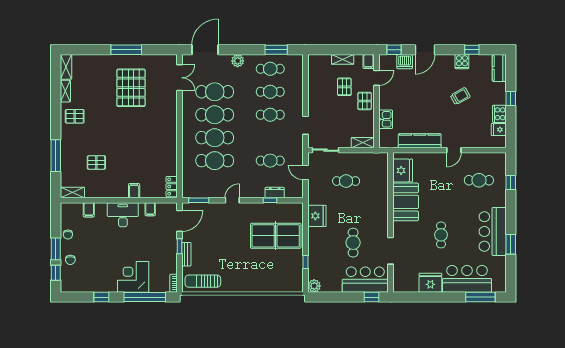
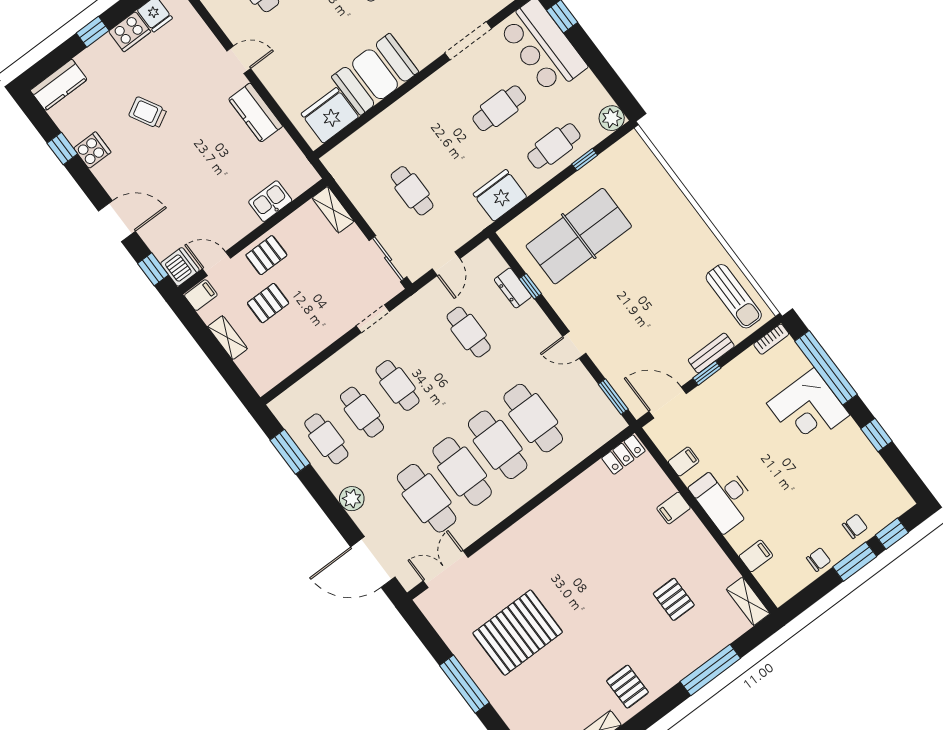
dishwasher: (405, 62) -> (180, 267), moved
kitchen counter: (420, 141) -> (256, 113), width x0.67
table tennis table: (276, 236) -> (579, 236), turned 90
cafe table: (321, 253) -> (554, 146), added

